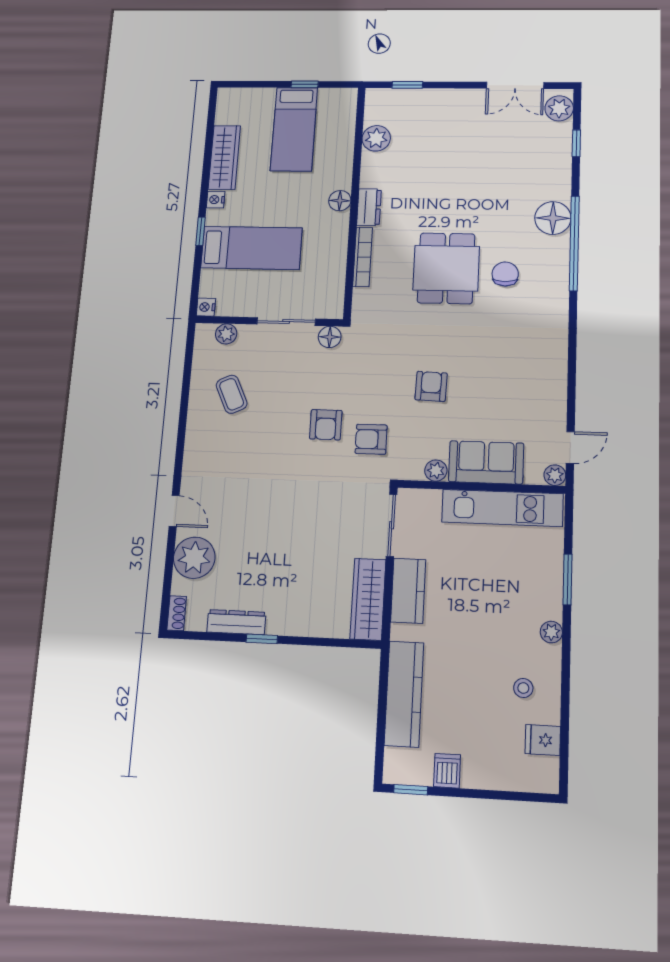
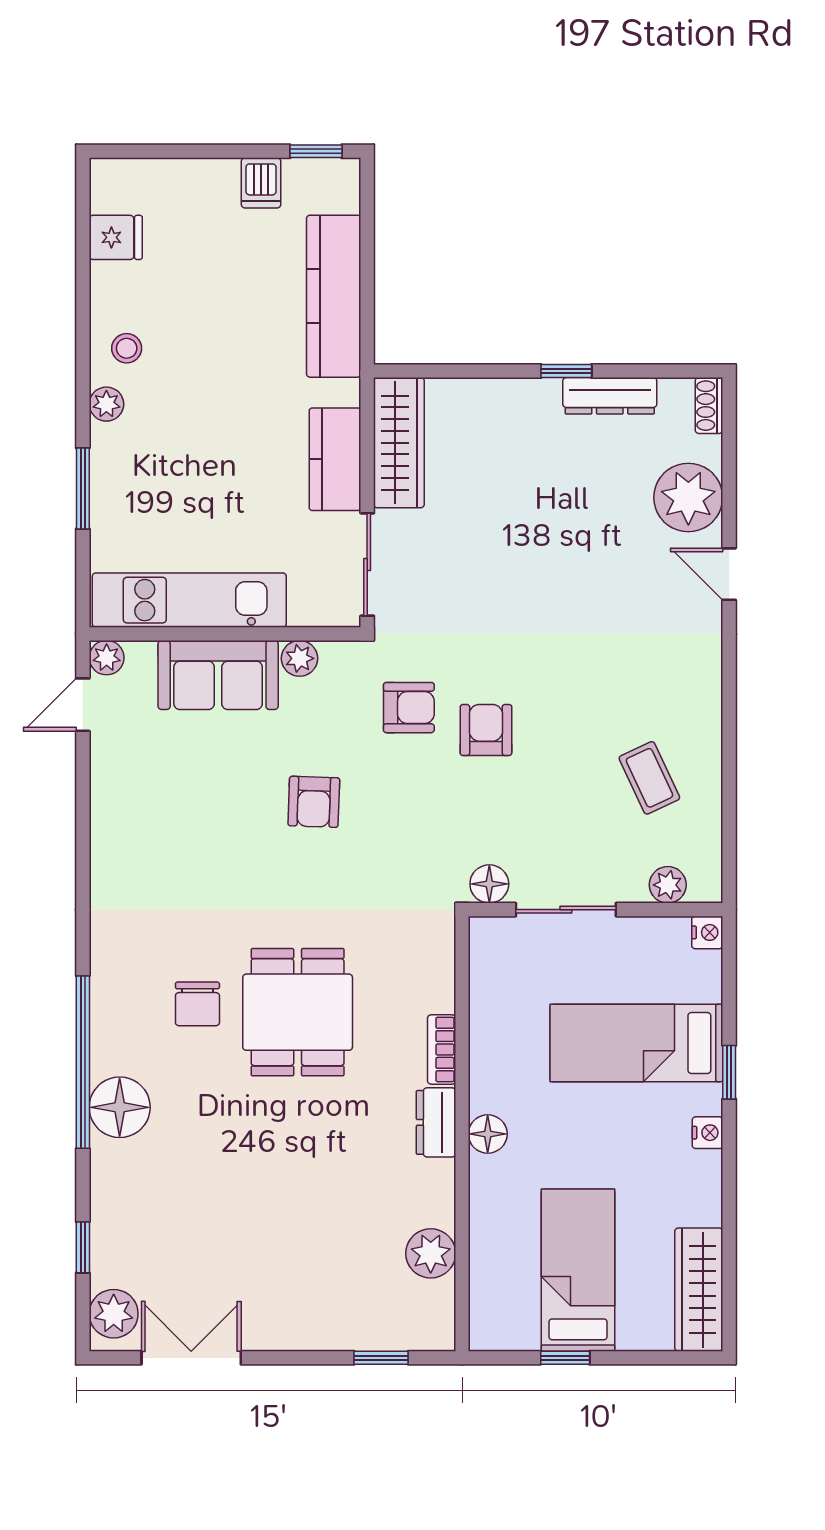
wardrobe: (224, 157) -> (699, 1290), moved
bookcase: (363, 257) -> (442, 1049), width x0.64
stool: (523, 688) -> (127, 348), moved

